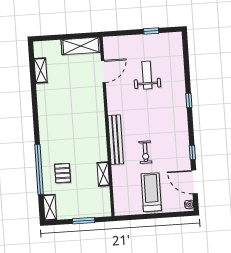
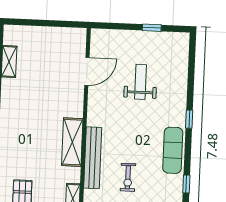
shelving: (81, 46) -> (72, 142), moved, turned 90
exercise mat: (179, 127) -> (173, 150), added

